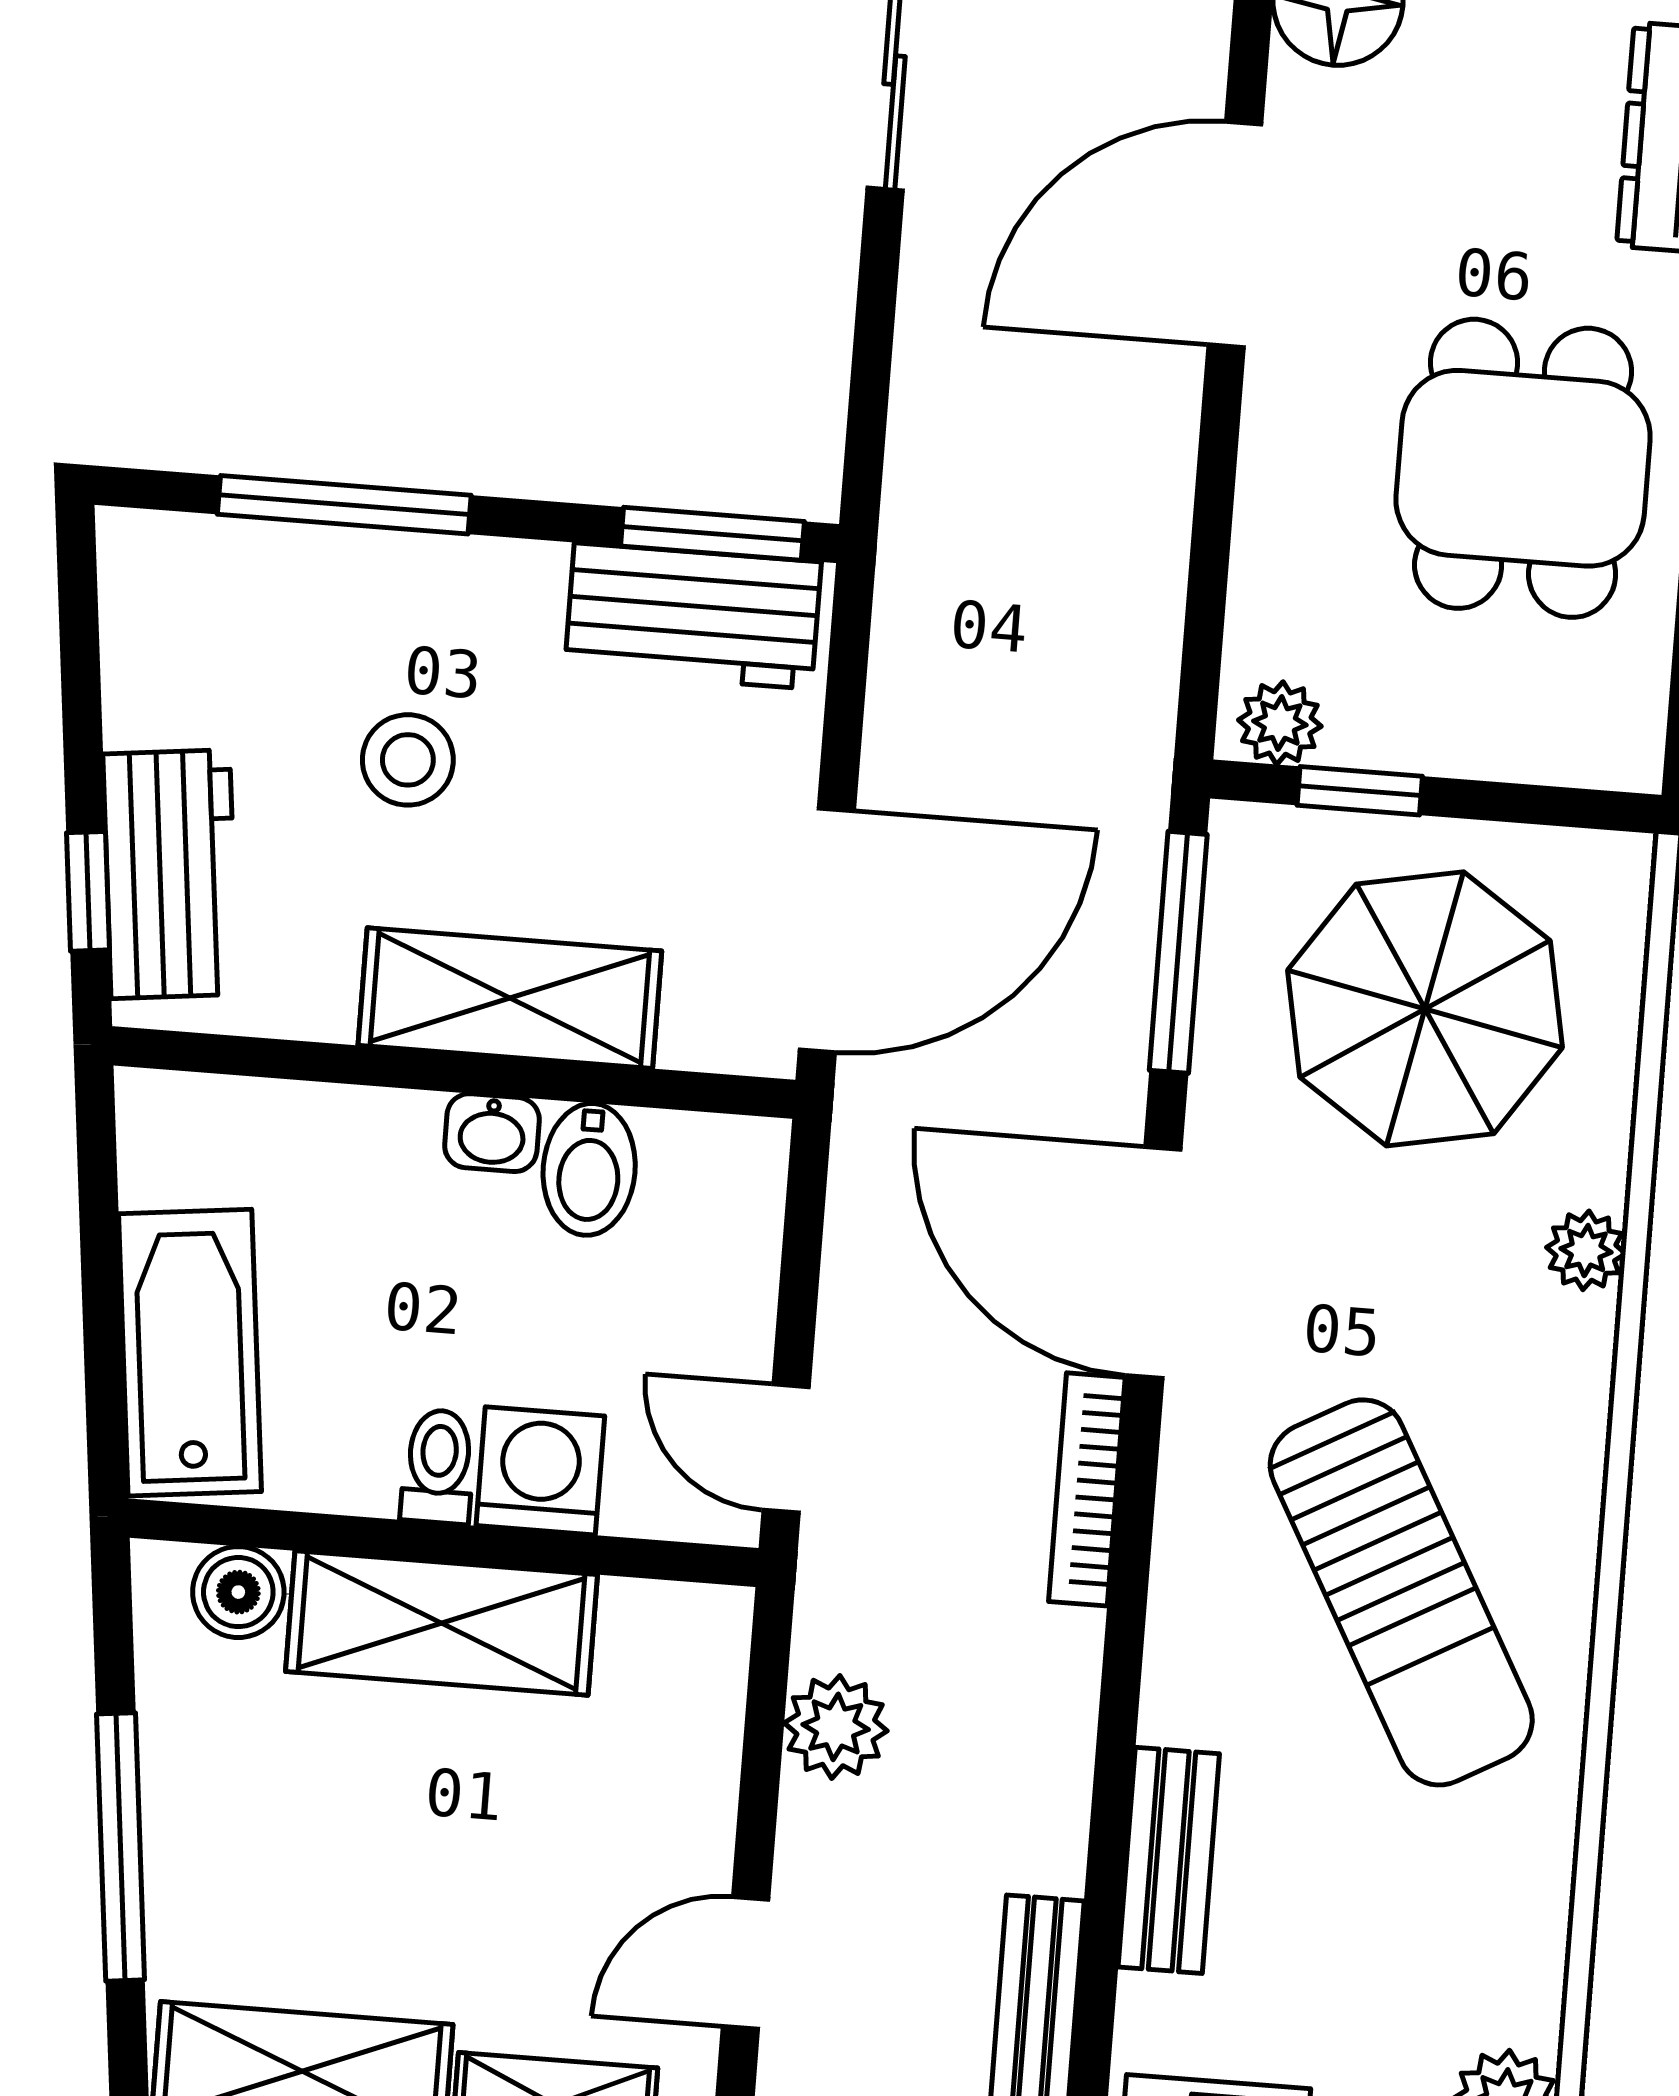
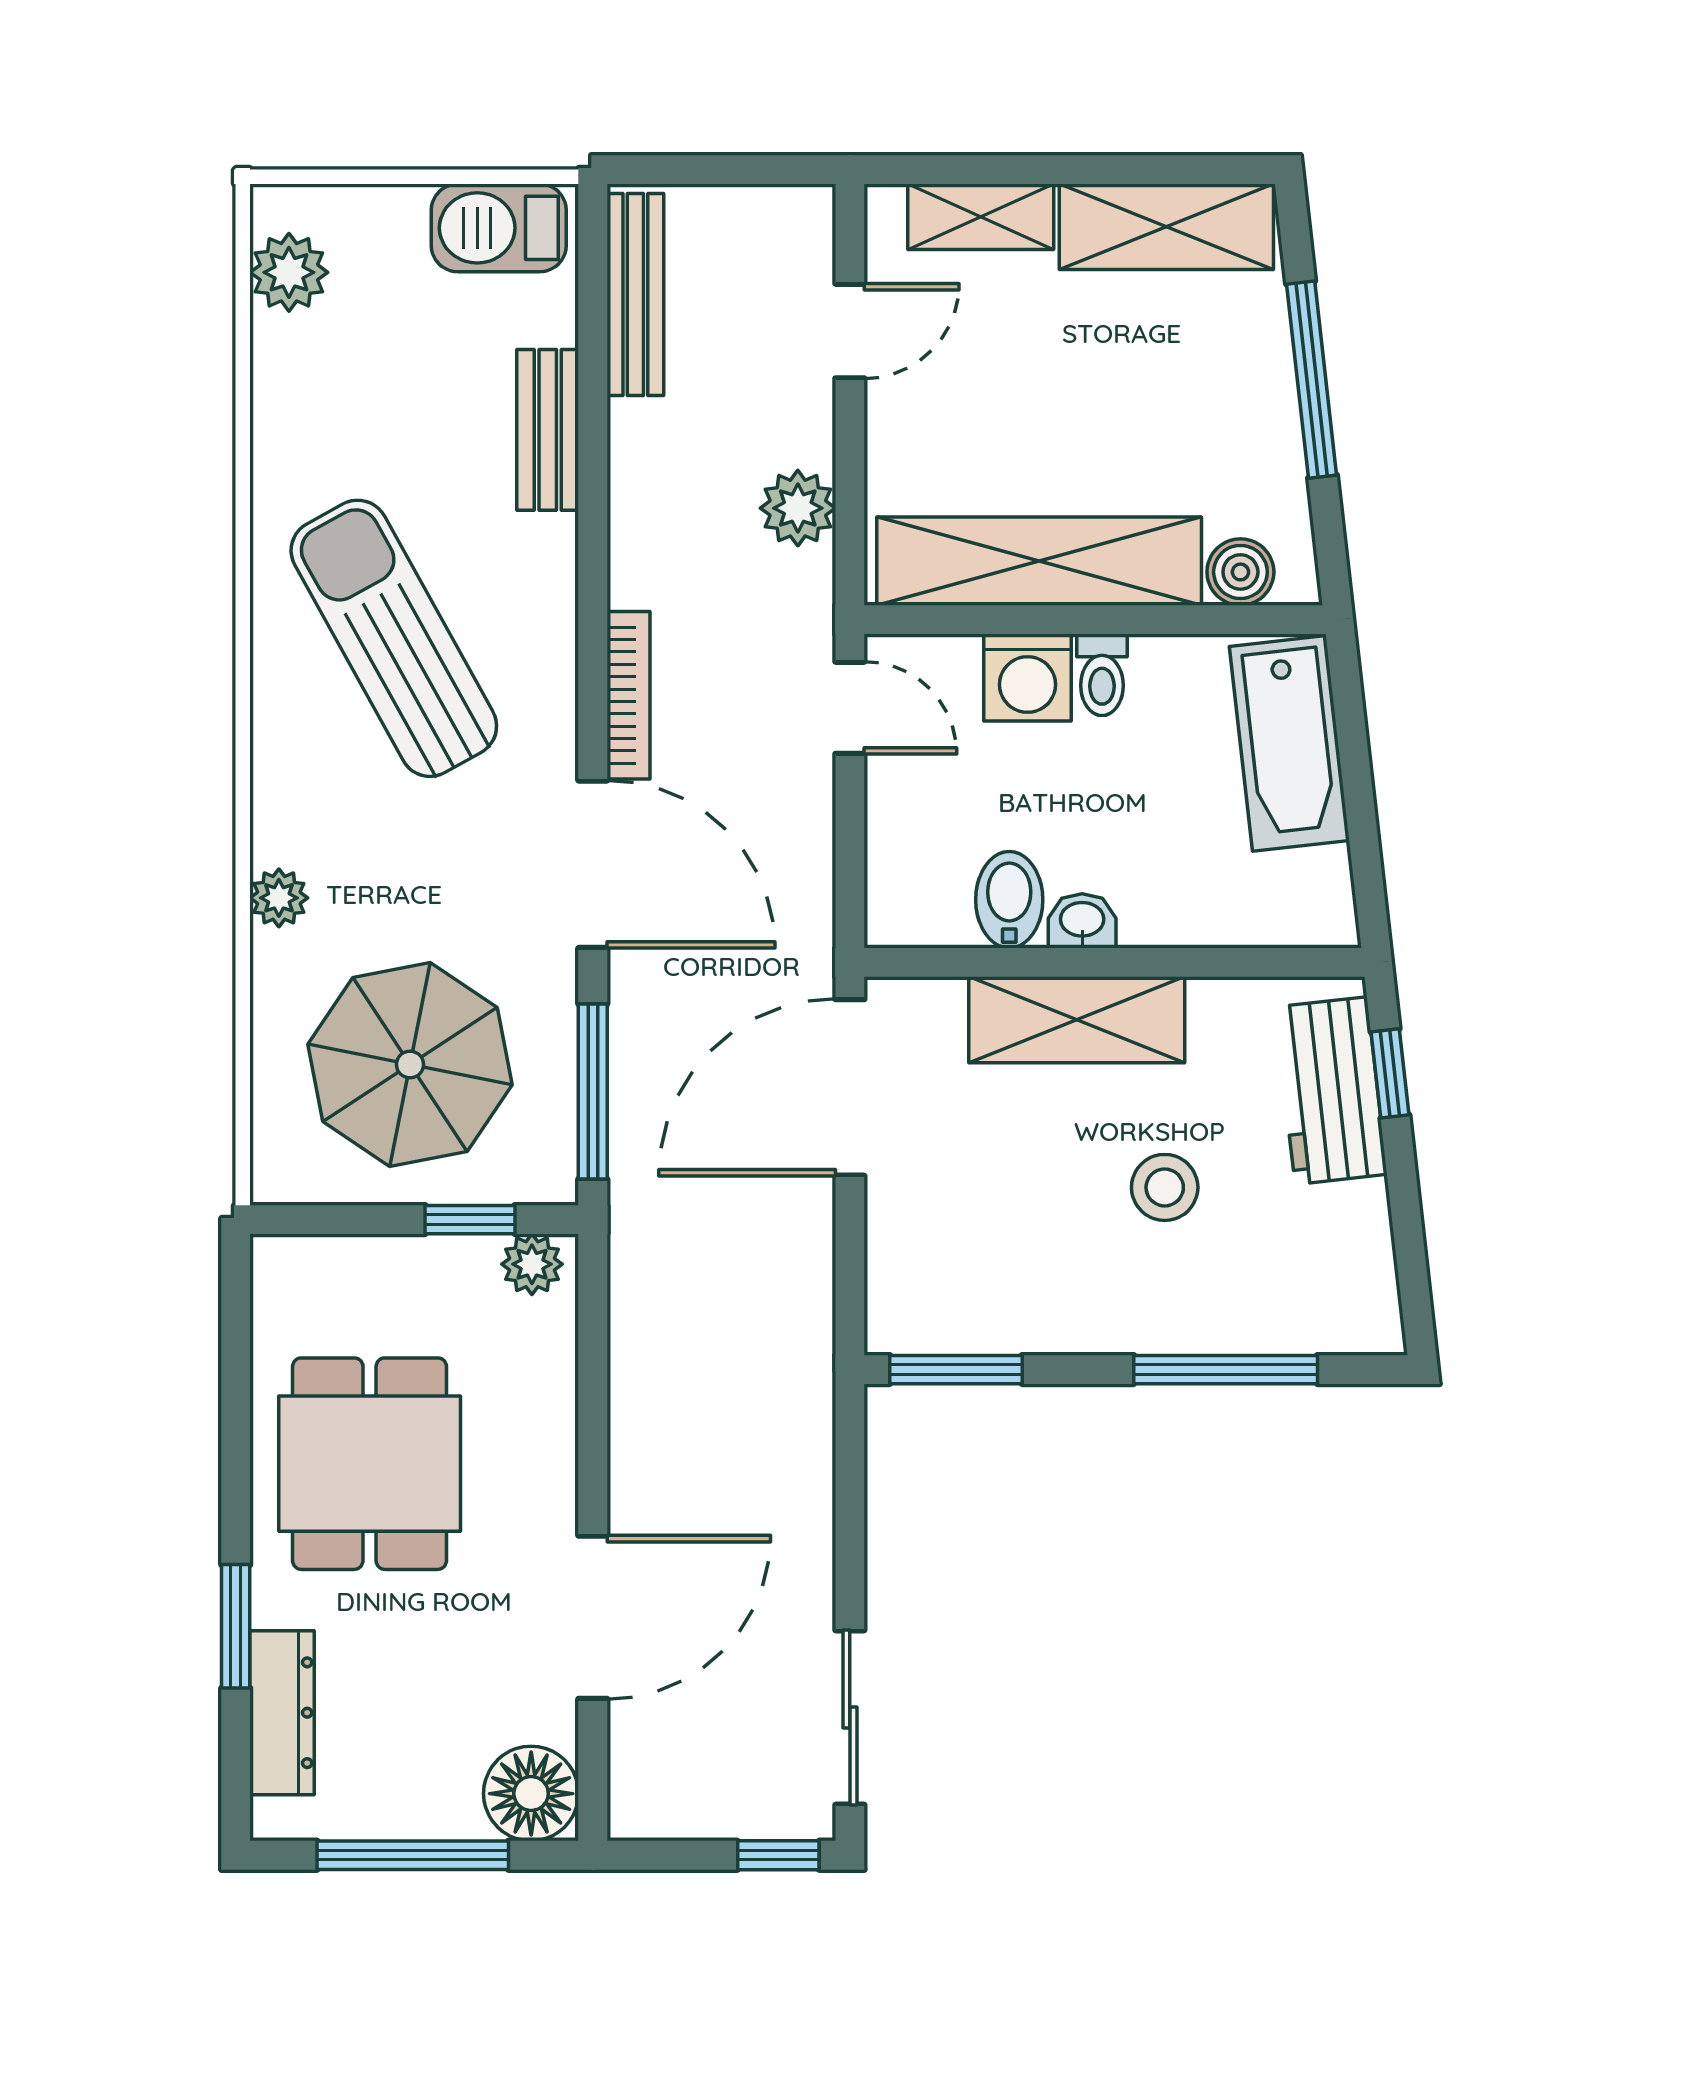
workbench: (693, 616) -> (965, 1309), removed
shelving: (442, 1623) -> (1039, 561), width x1.47

